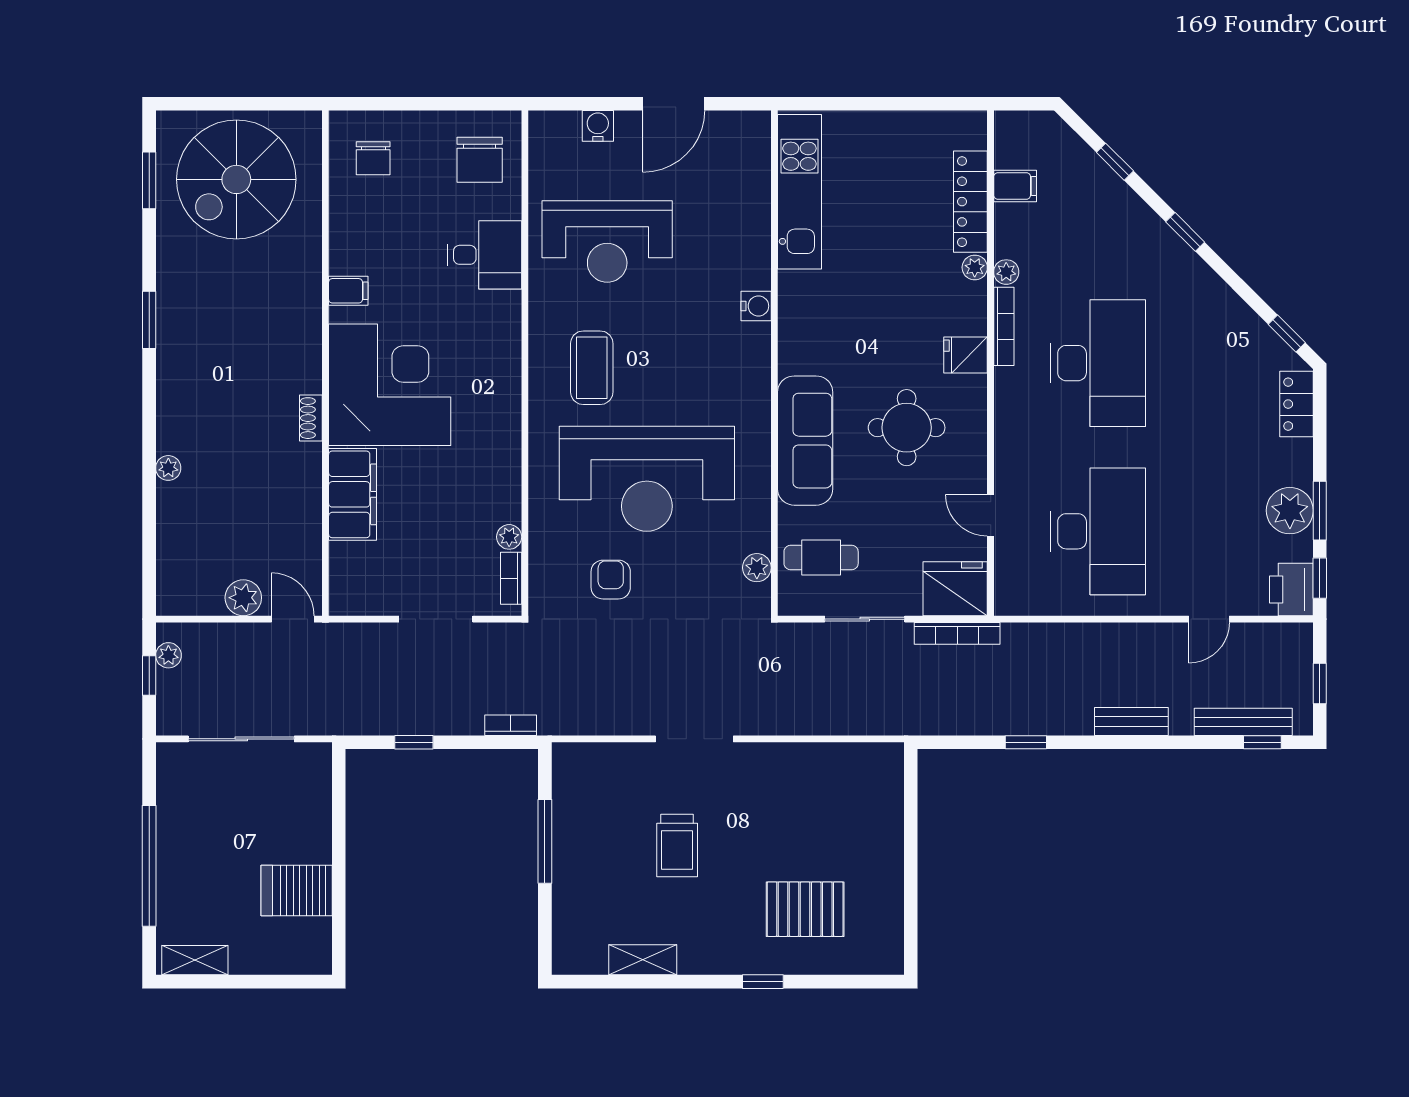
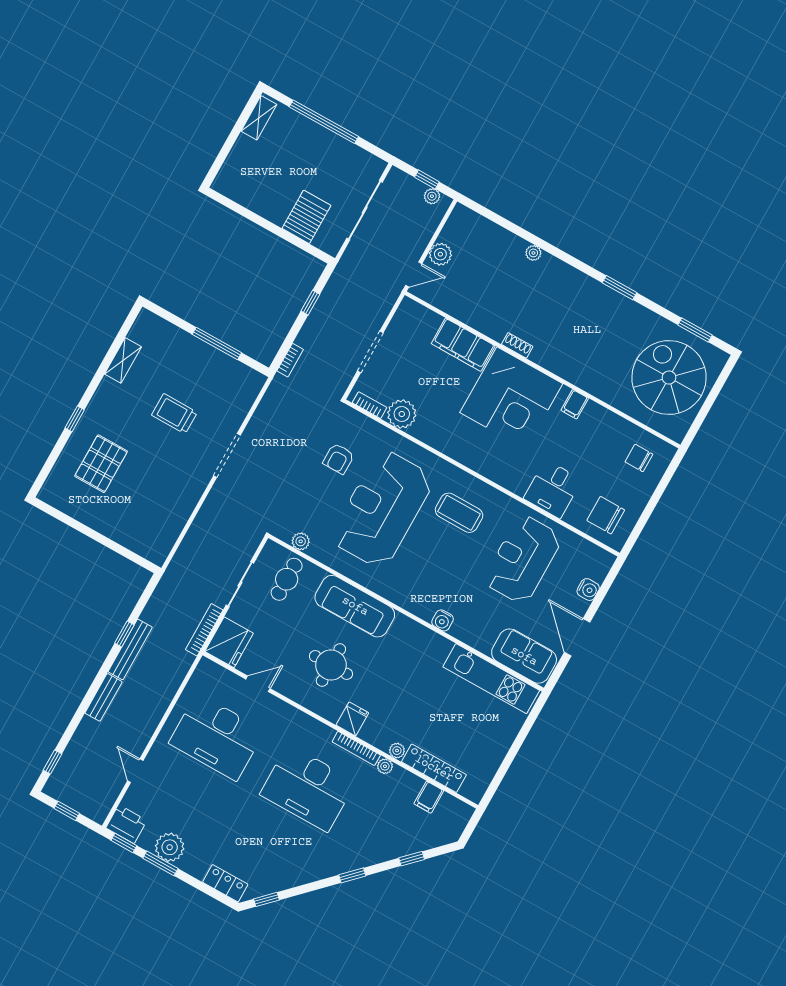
sofa: (742, 163) -> (524, 656), added
plant: (509, 537) -> (402, 414), width x1.88, depth x1.88
armchair: (611, 580) -> (339, 459), turned 90
bench: (1243, 722) -> (130, 649), moved
server rack: (297, 891) -> (306, 217), moved

